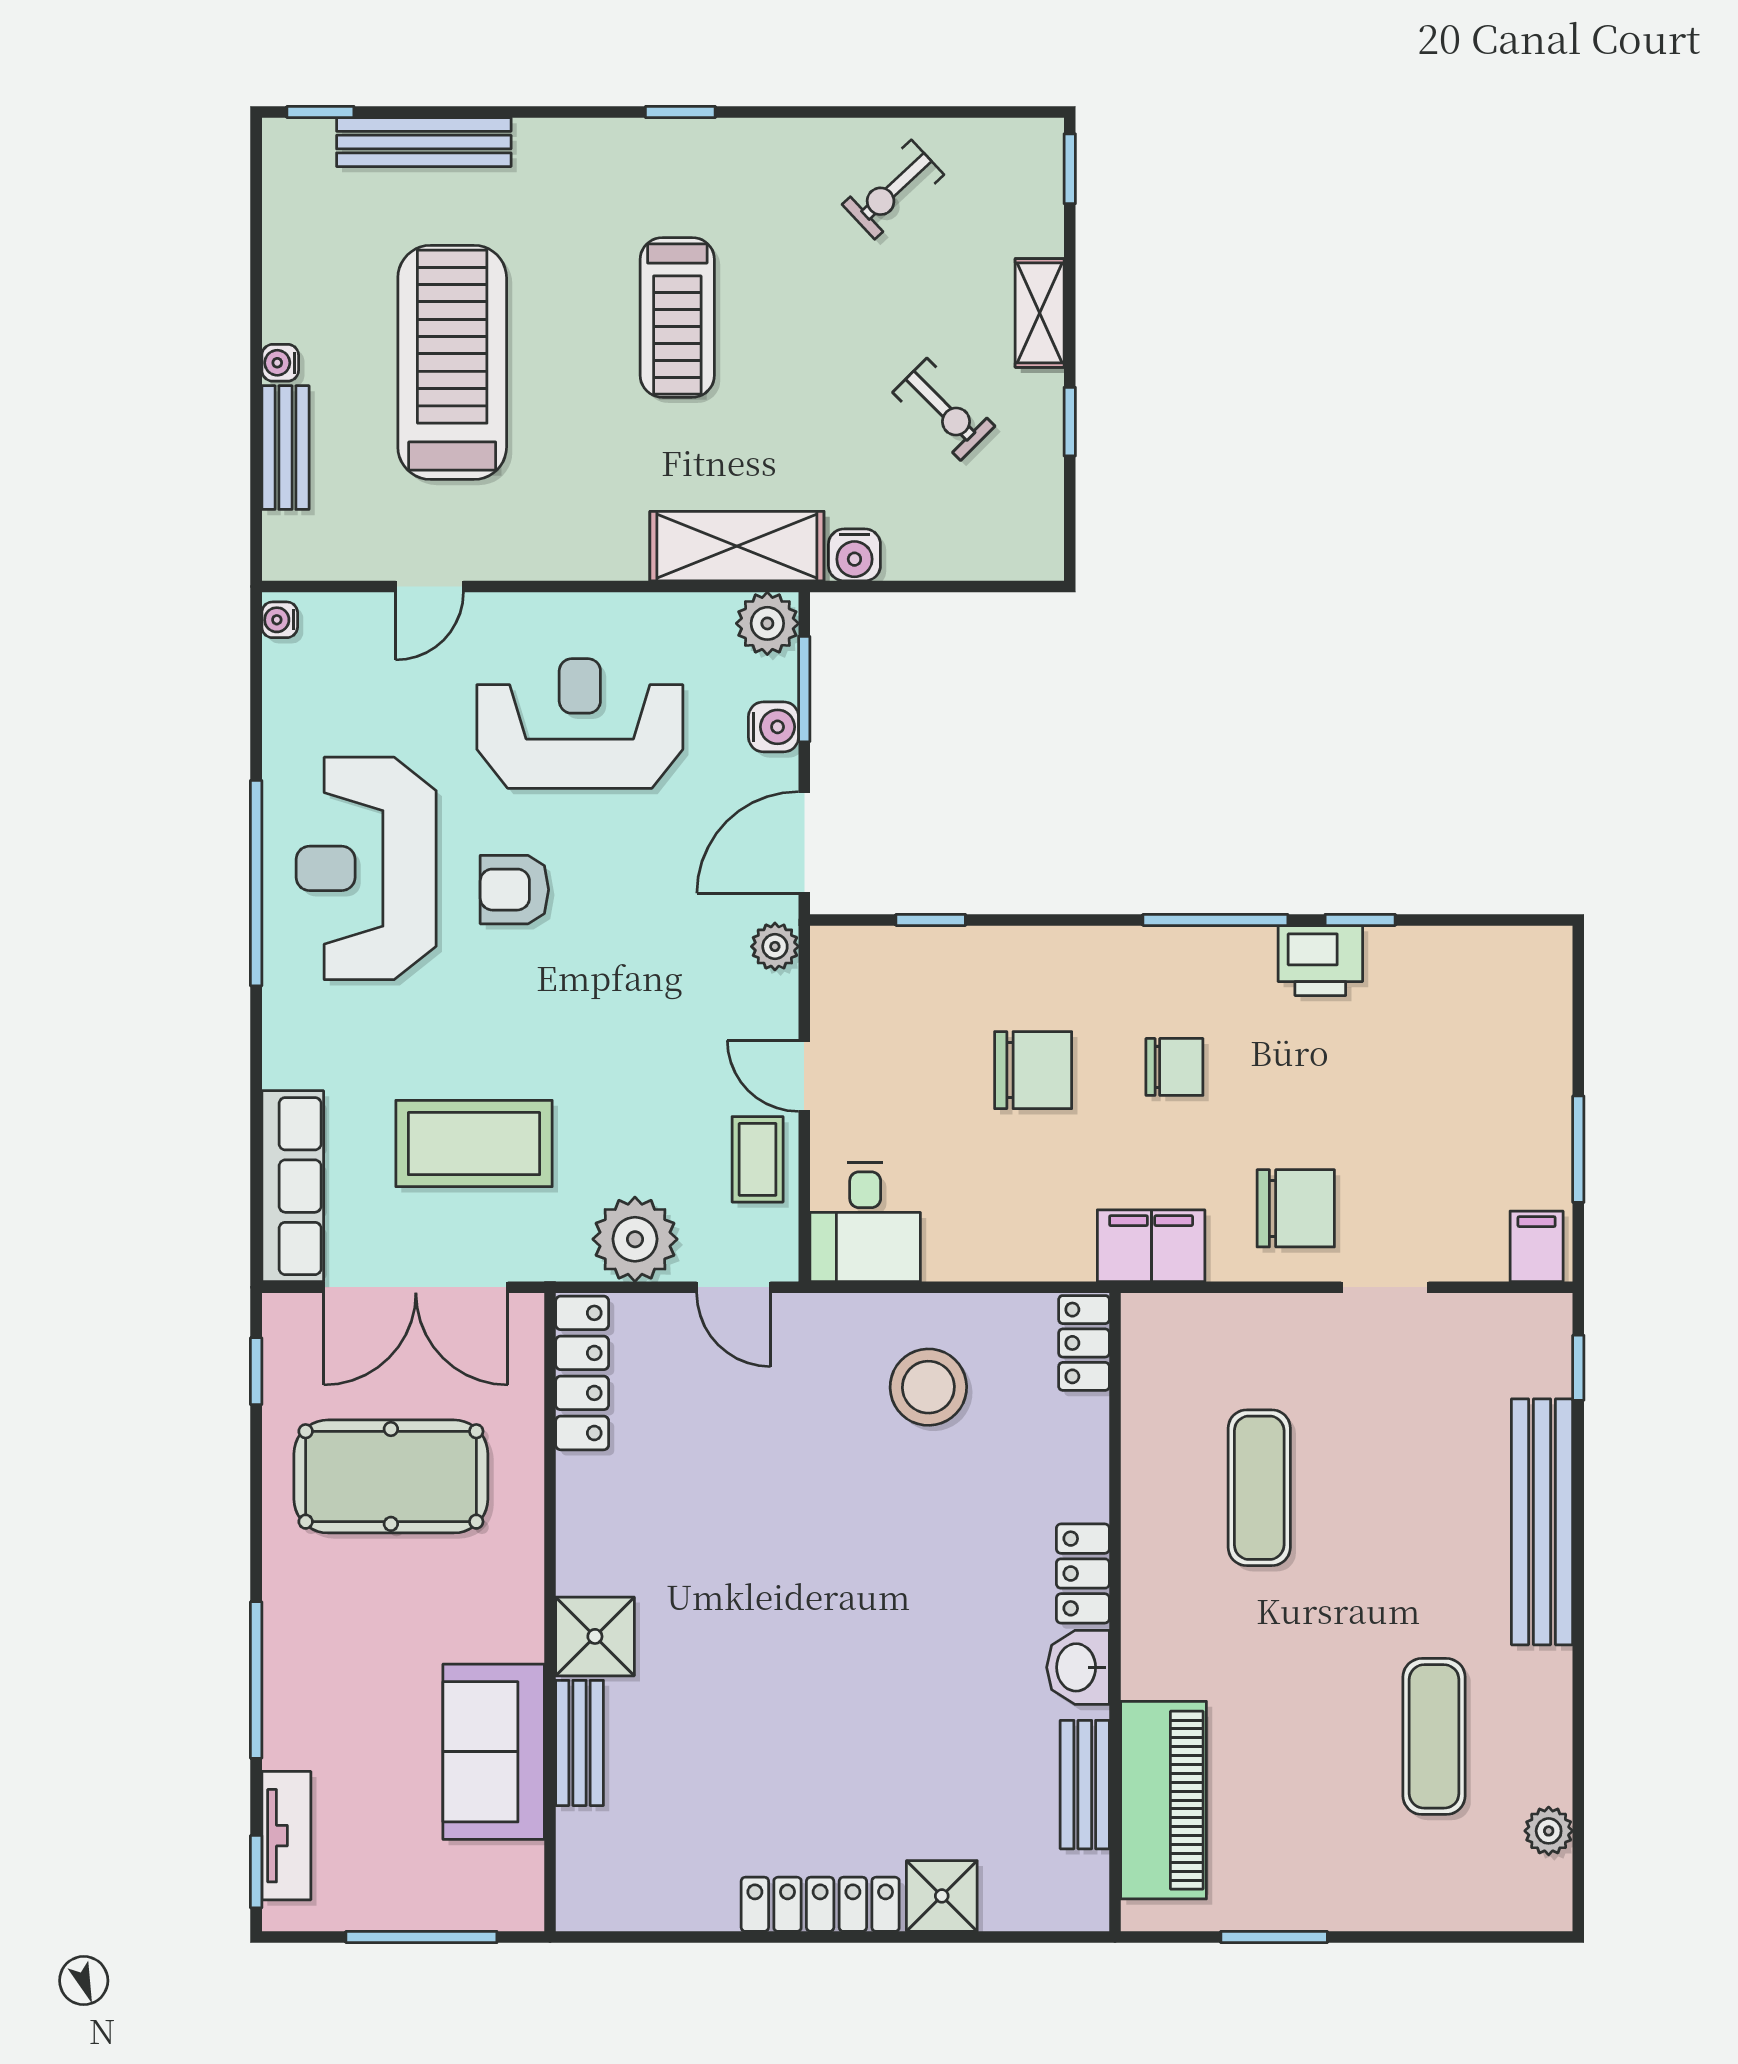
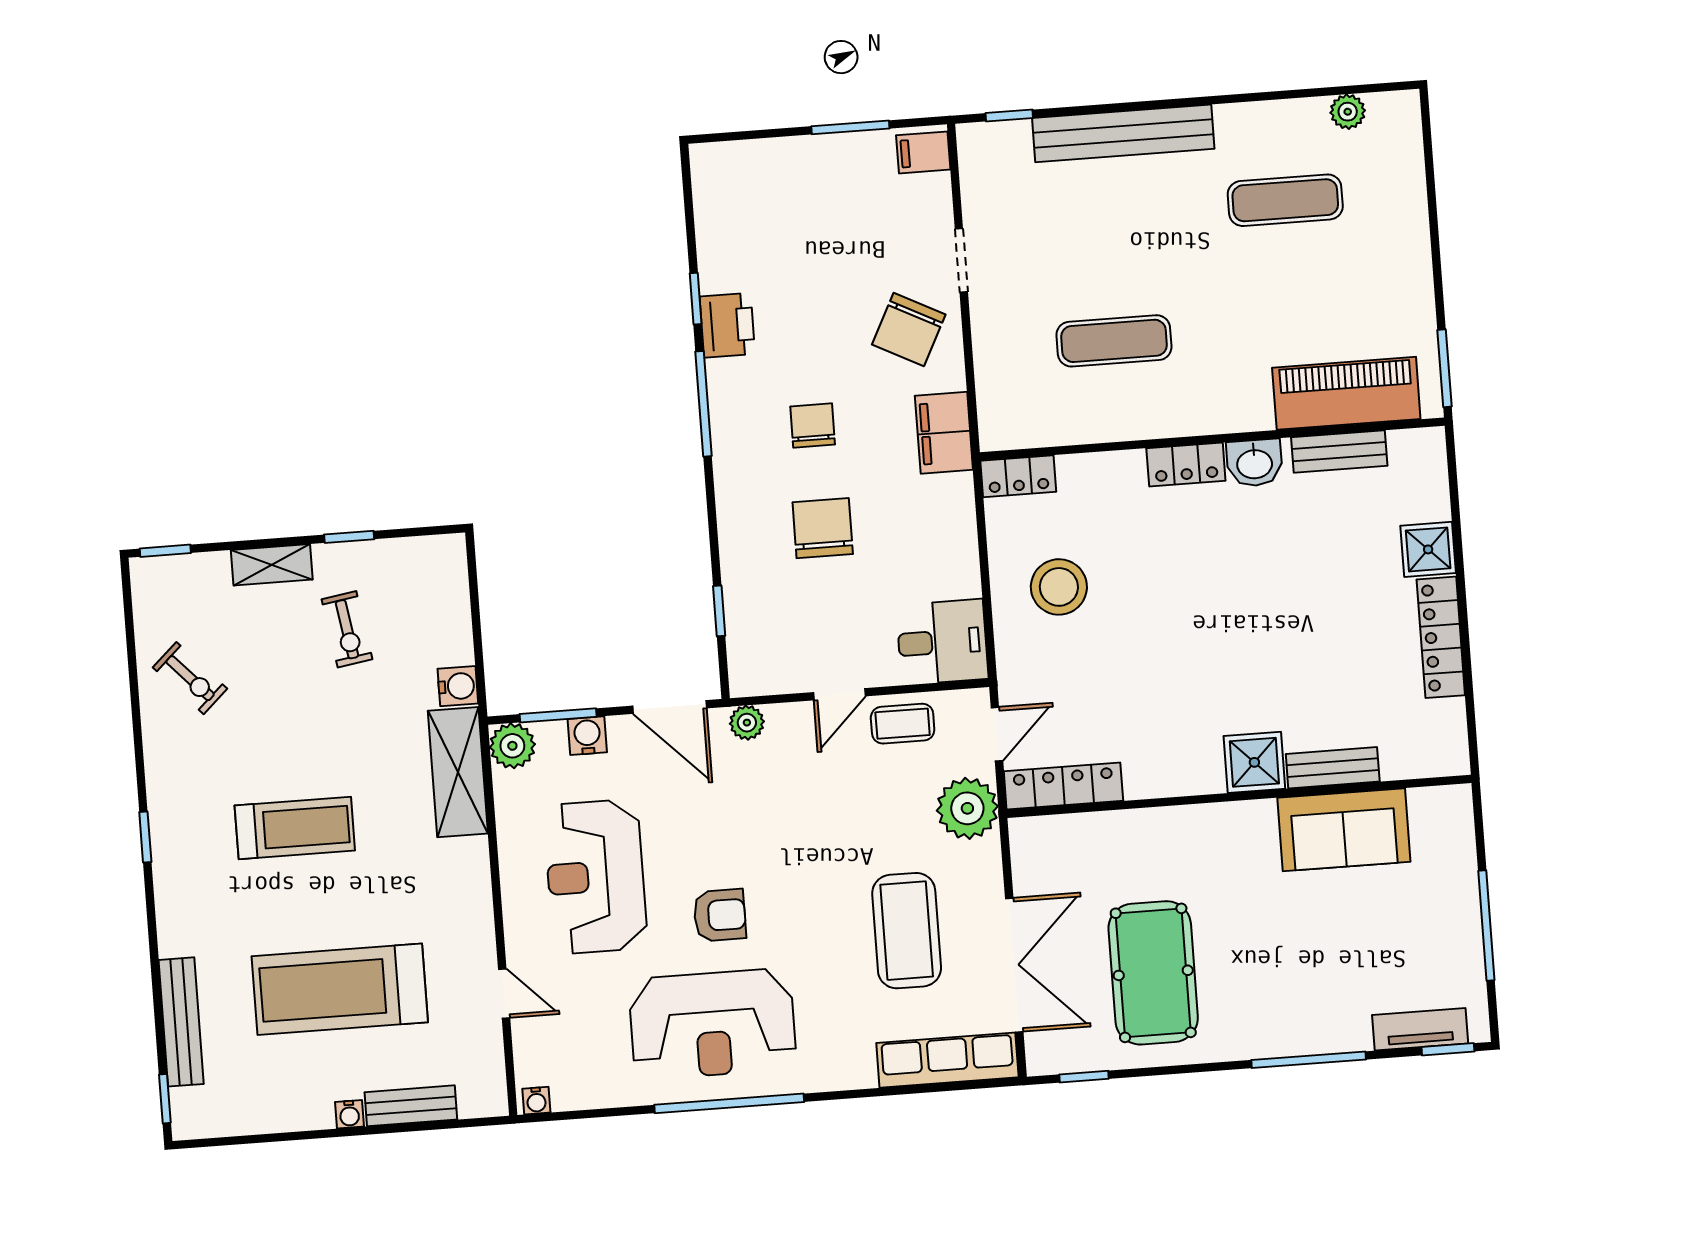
exercise bike: (944, 409) -> (347, 629), turned 126
armchair: (514, 890) -> (720, 915), turned -90
chair: (1296, 1208) -> (909, 330), turned -153
locker: (582, 1373) -> (1063, 786), moved
wall: (550, 1612) -> (1239, 796), moved
shower: (595, 1636) -> (1254, 762), moved
bench: (580, 1743) -> (1333, 768), moved
sofa: (494, 1752) -> (1344, 830), moved
window: (1274, 1937) -> (1445, 368), moved

